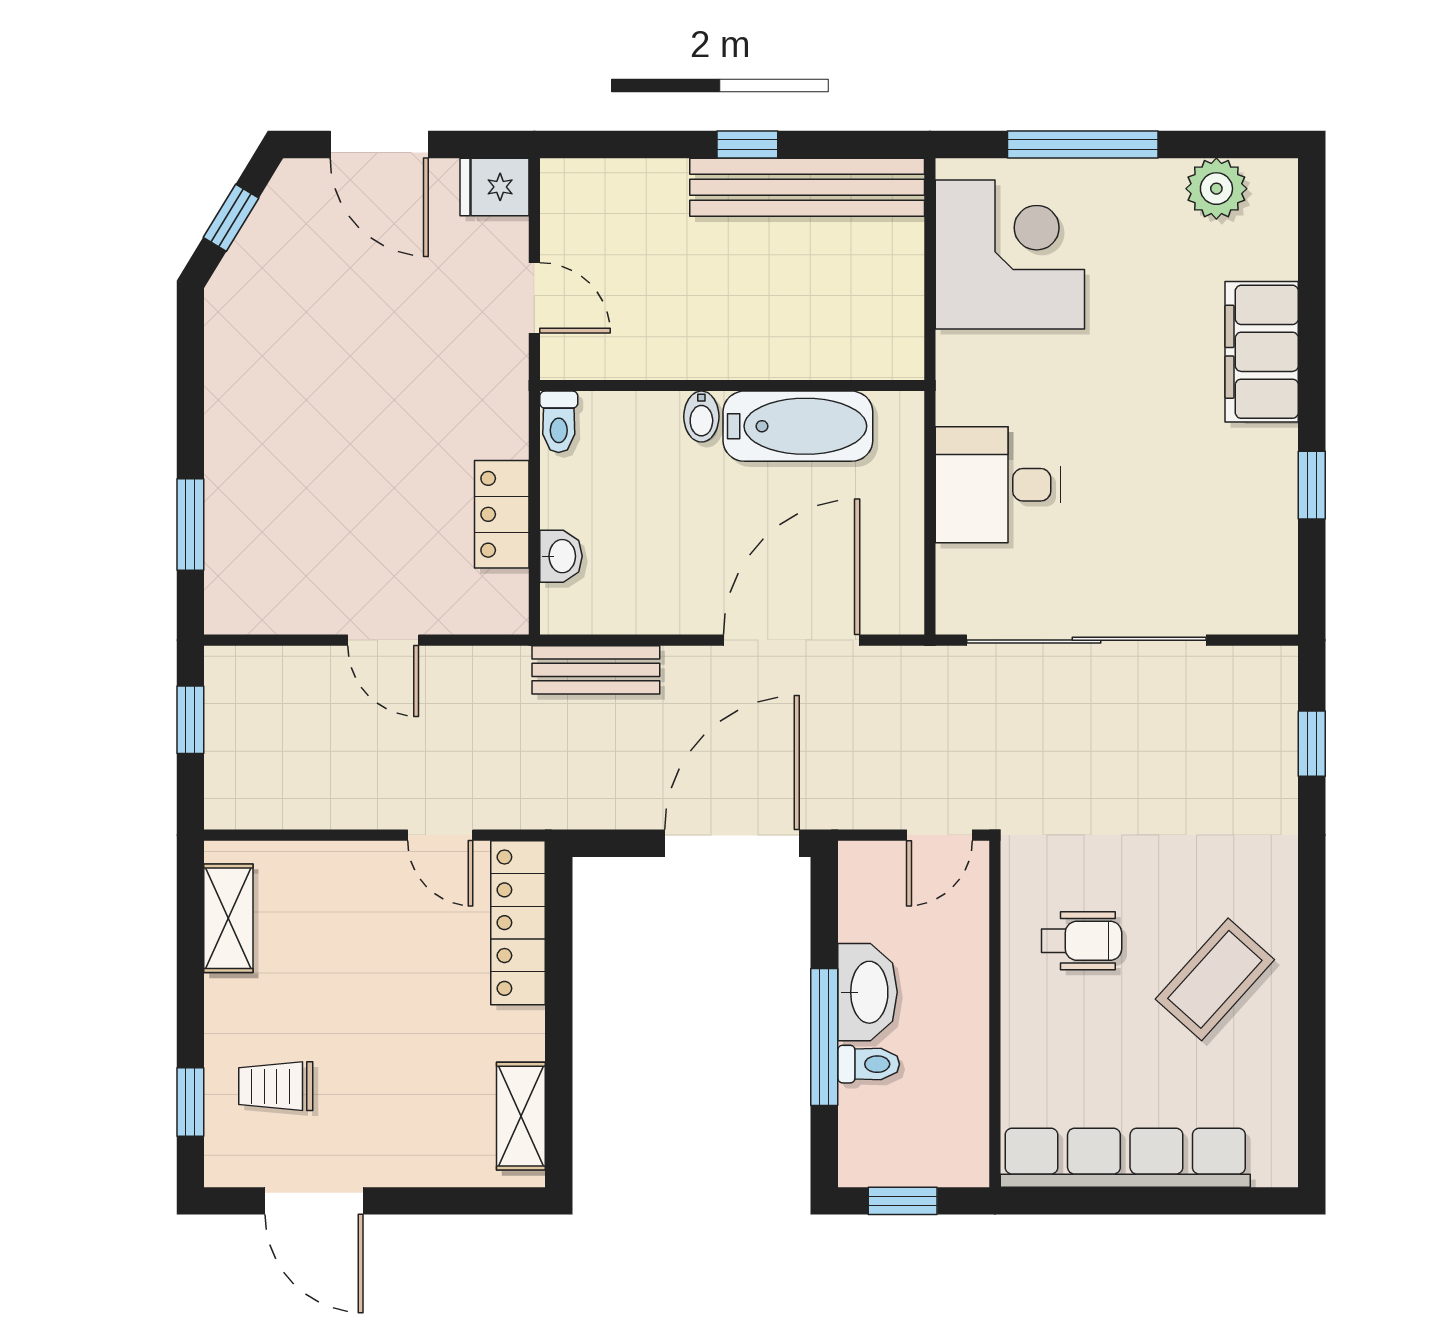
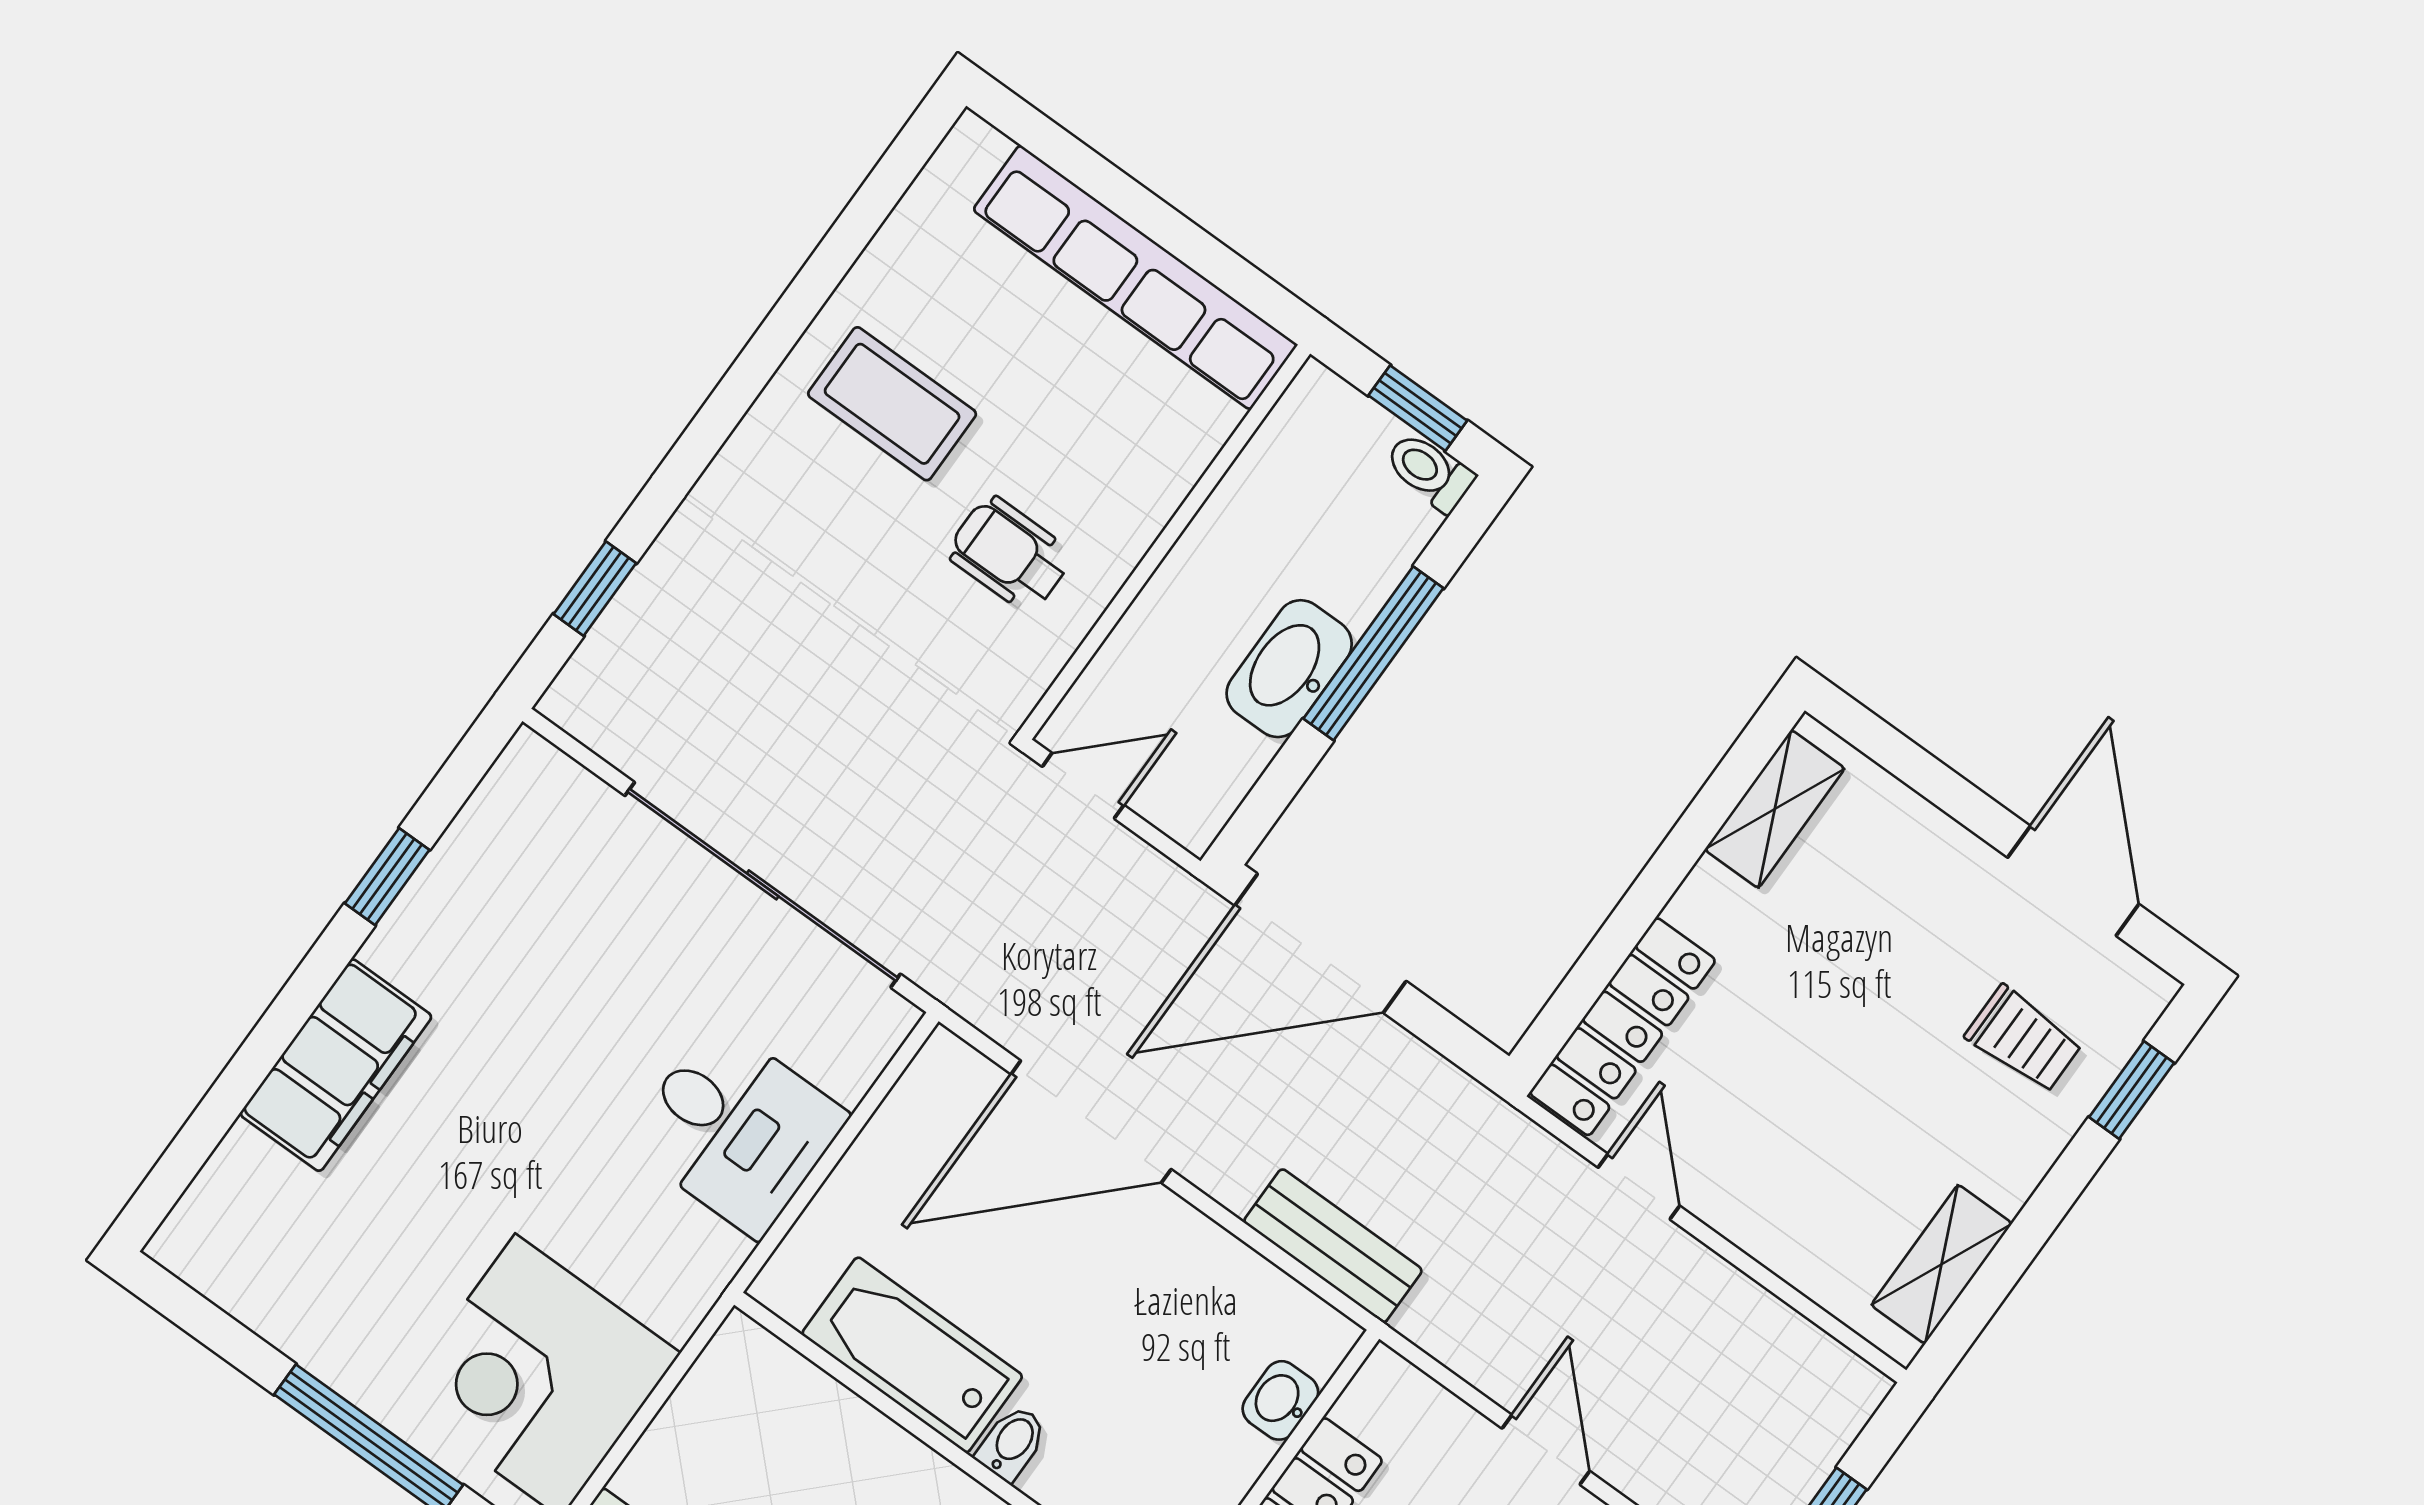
plant: (1216, 189) -> (255, 1283), removed
coffee table: (1215, 979) -> (892, 404), turned 48
toilet: (869, 1064) -> (1430, 472), moved

